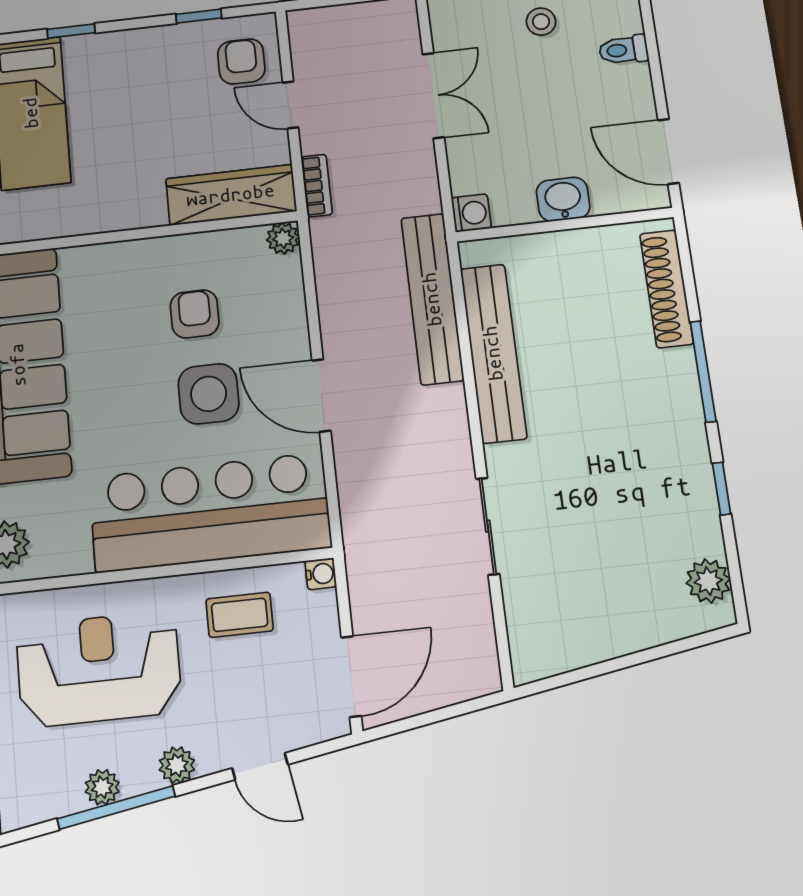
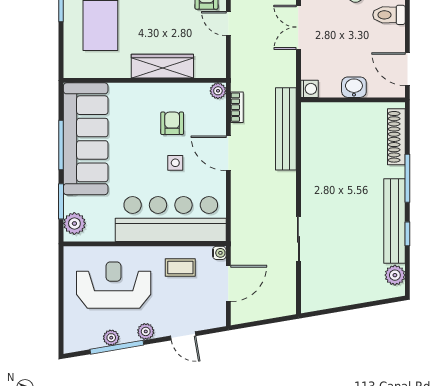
toilet: (624, 50) -> (389, 15), width x1.37, depth x1.39
double door: (433, 96) -> (298, 27), swing flipped
bookcase: (317, 186) -> (237, 107), moved
wardrobe: (231, 195) -> (162, 66), moved
bench: (493, 353) -> (394, 221), moved
side table: (209, 394) -> (175, 163), width x0.54, depth x0.54
door: (321, 395) -> (228, 153), moved
door: (351, 677) -> (228, 283), moved

